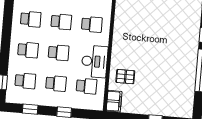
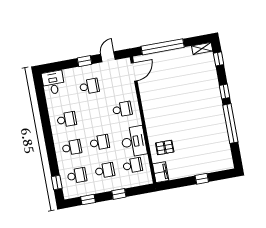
school desk: (61, 22) -> (94, 114), removed

